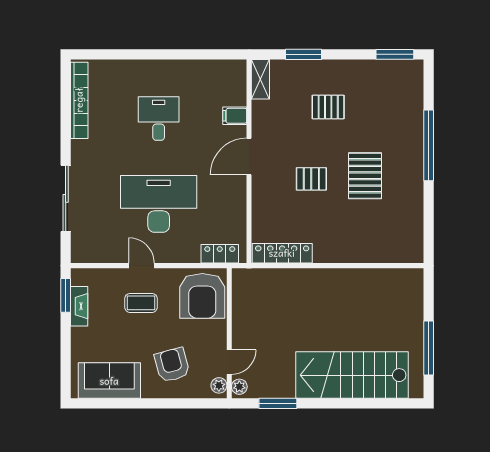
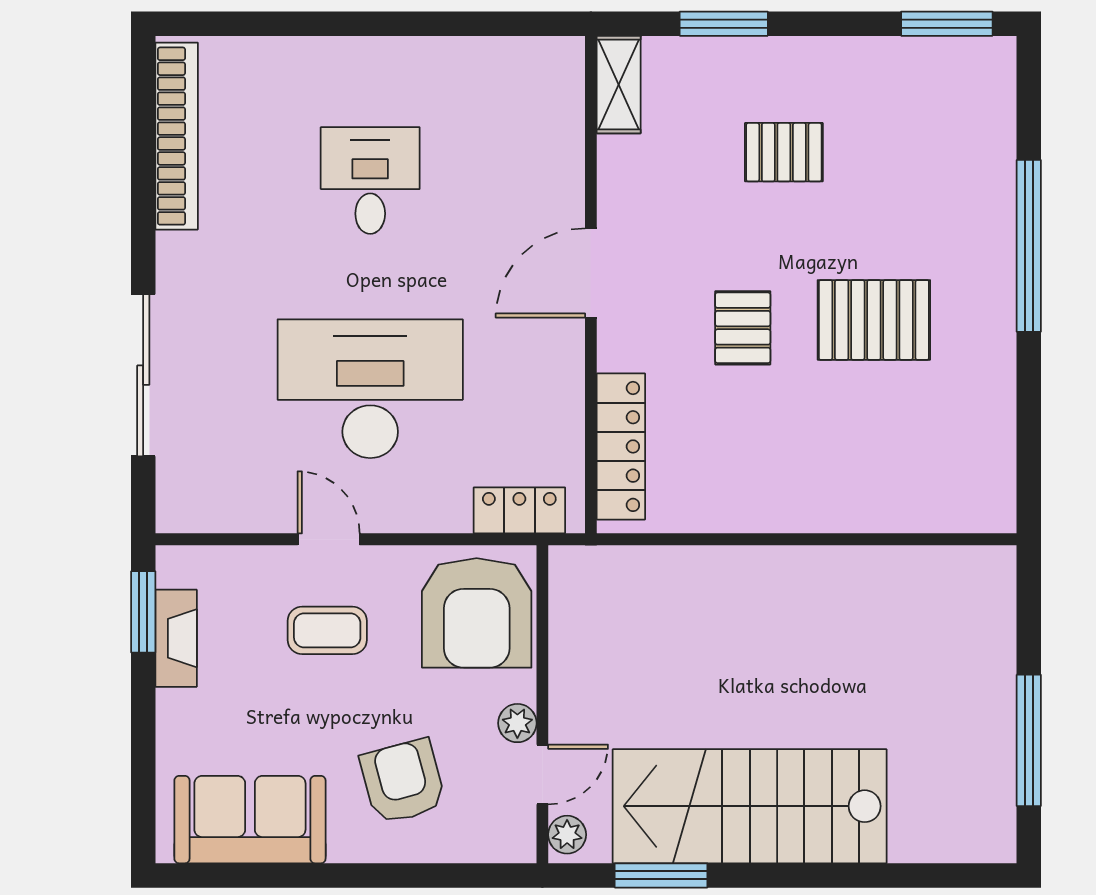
filing cabinet: (235, 116) -> (556, 174), removed
pallet: (365, 176) -> (874, 320), turned 90
pallet: (311, 179) -> (743, 328), turned 90
locker: (282, 253) -> (621, 446), moved, turned 90
stairs: (352, 375) -> (750, 806), moved
plant: (219, 385) -> (517, 723), moved

